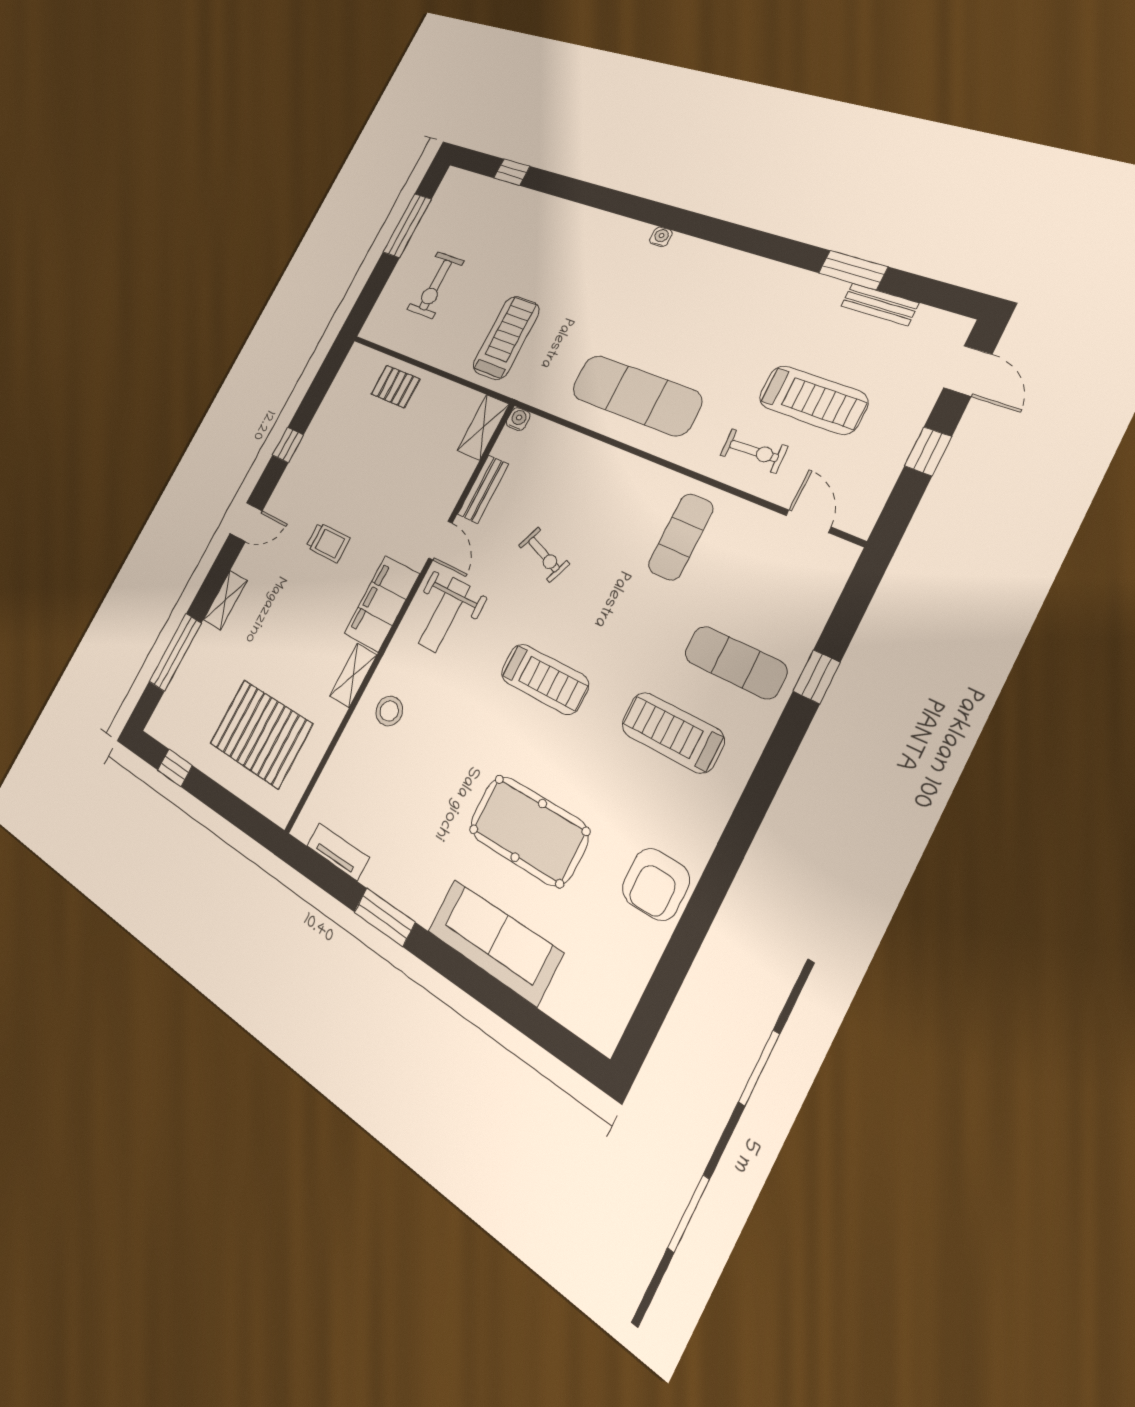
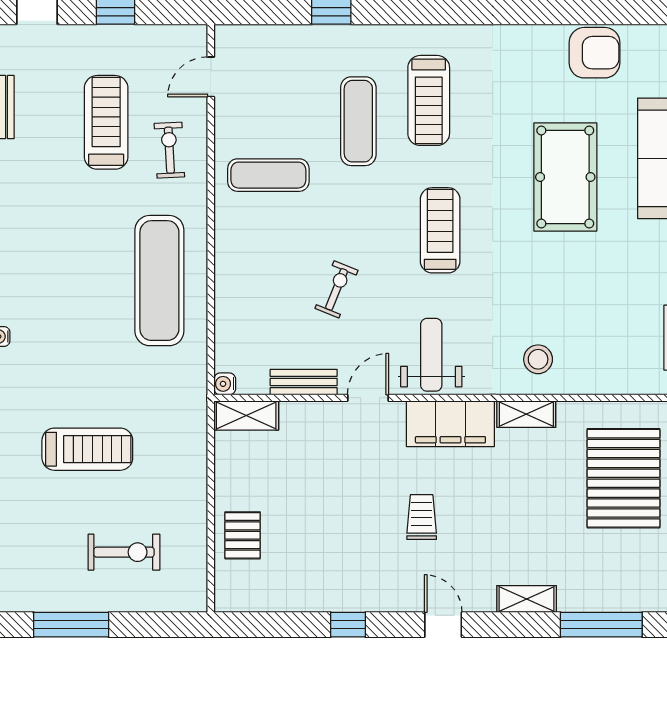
treadmill: (506, 338) -> (87, 449), moved, turned 180
weight bench: (444, 615) -> (431, 355), turned -90
exercise mat: (735, 662) -> (358, 121), moved
armchair: (656, 884) -> (594, 53), moved

